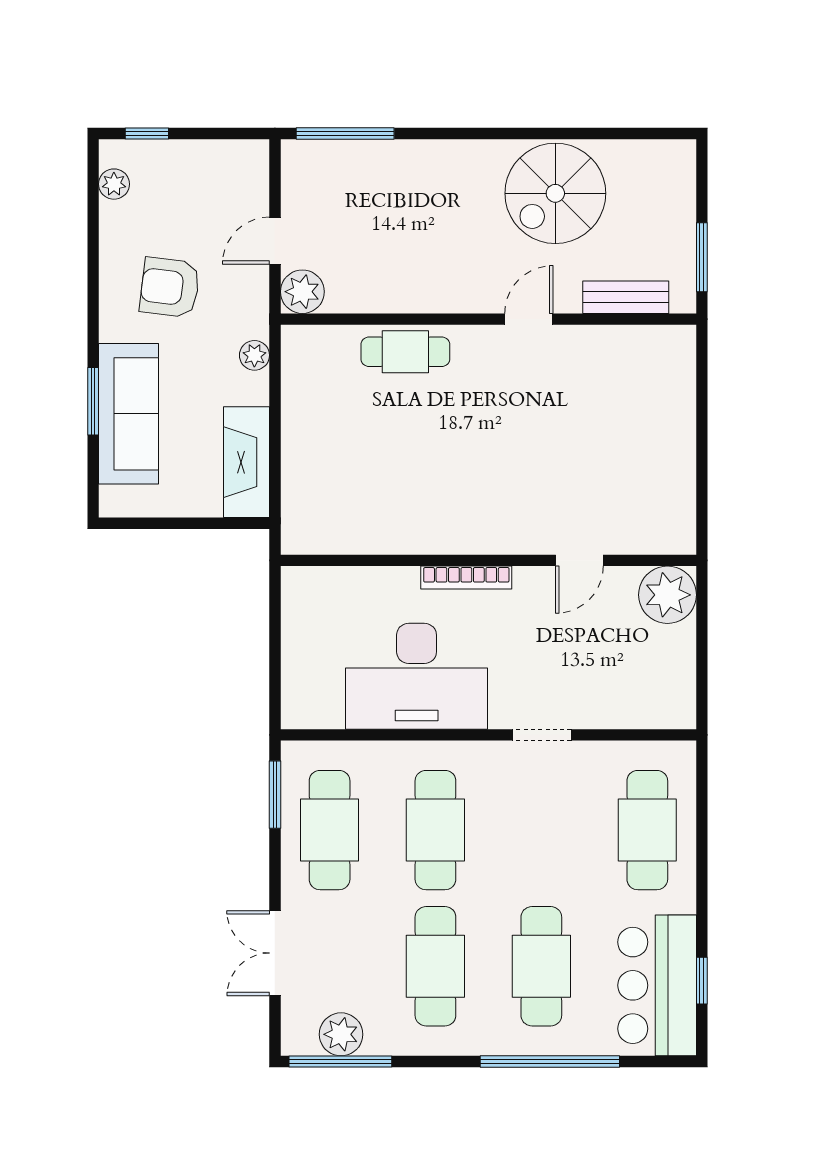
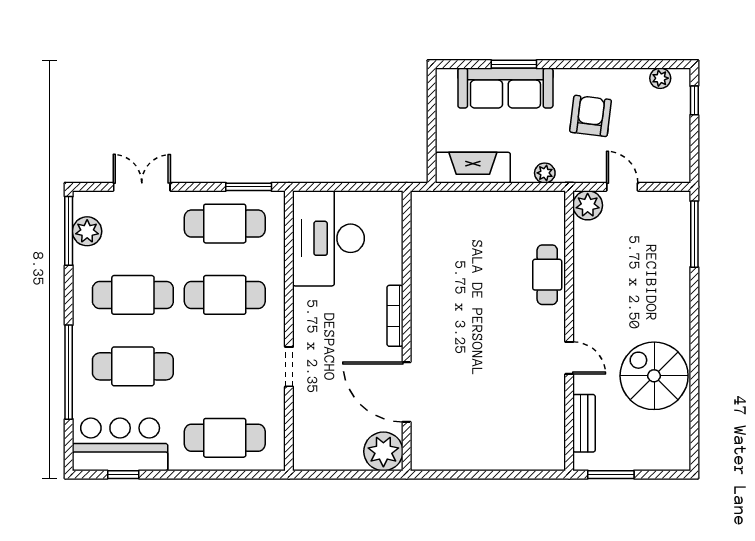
door: (579, 560) -> (407, 392), width x1.87
desk: (417, 676) -> (328, 238), moved

